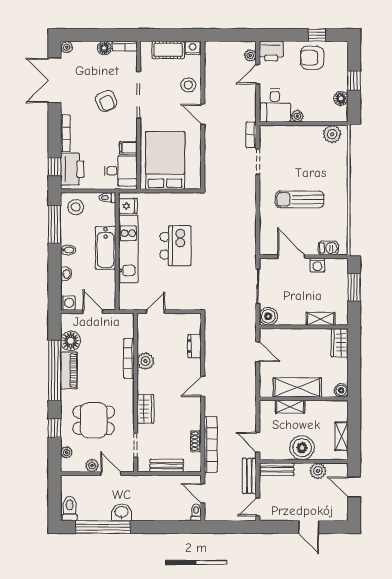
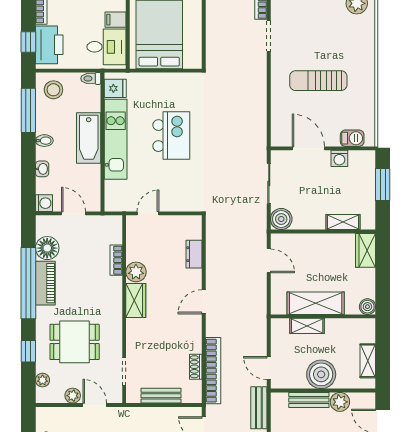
bookcase: (129, 358) -> (116, 260), width x0.64
wardrobe: (145, 409) -> (136, 300), moved
bench: (277, 469) -> (309, 400), moved

